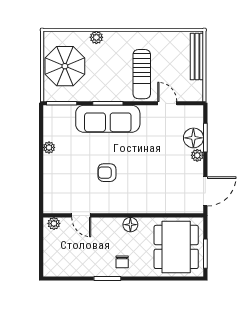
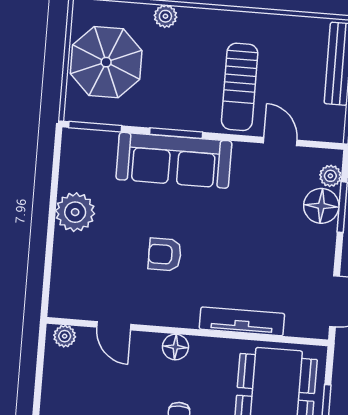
plant: (49, 147) -> (75, 212), width x1.88, depth x1.88
plant: (197, 155) -> (330, 176), moved
tv unit: (154, 207) -> (242, 321), added
floor lamp: (130, 225) -> (175, 347), moved

